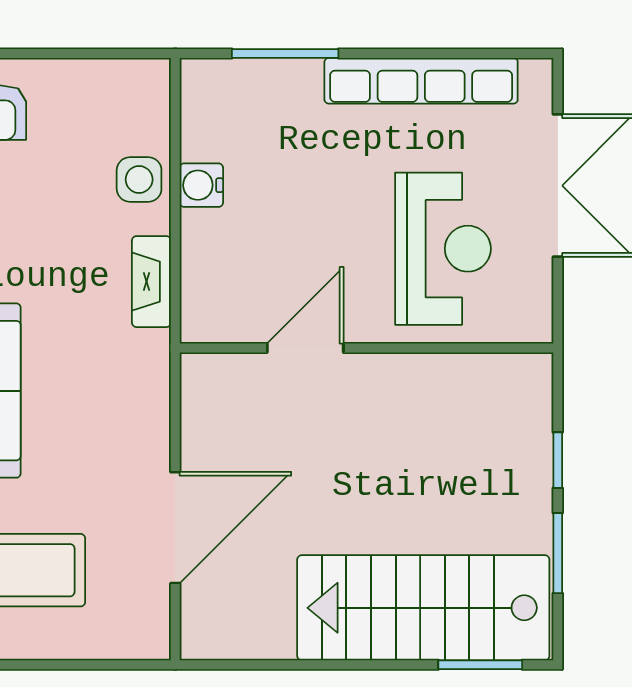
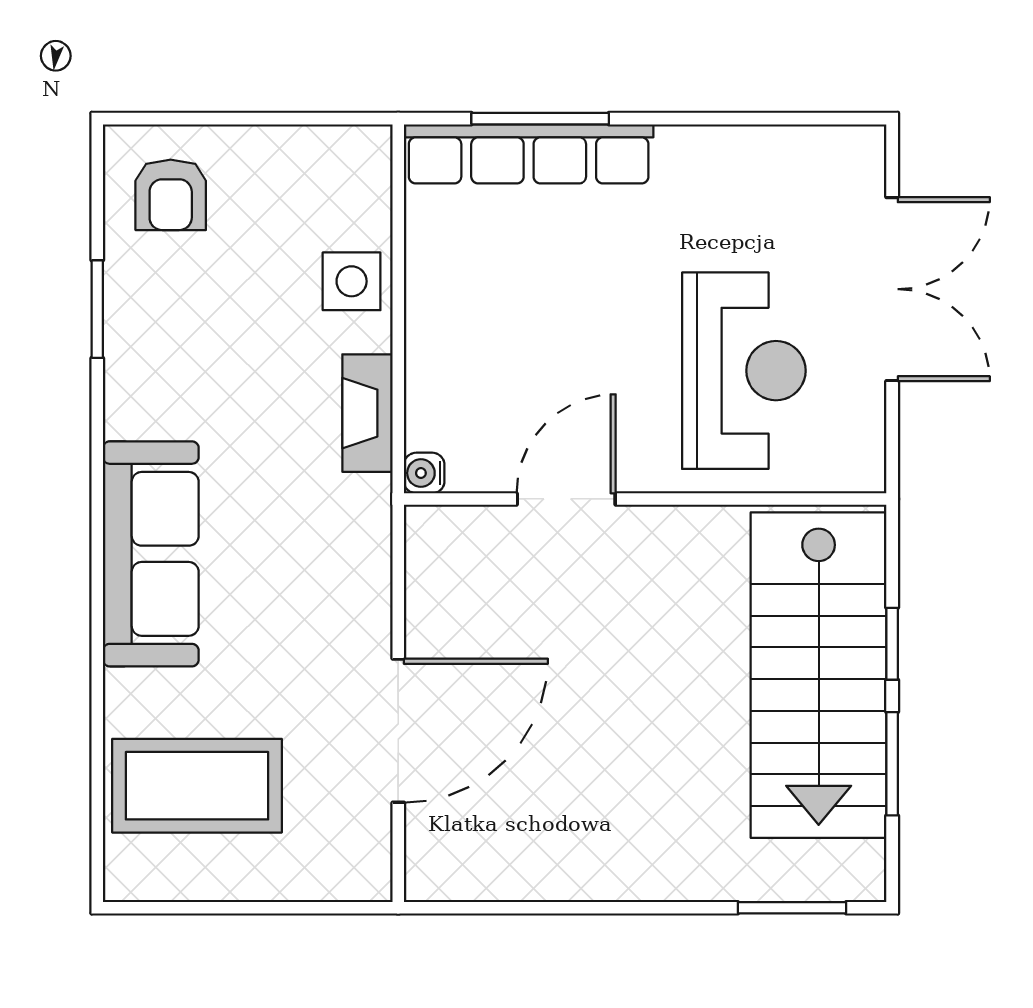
row of seats: (421, 81) -> (529, 154), moved
water cooler: (201, 185) -> (424, 473), moved, width x0.72, depth x0.72
stairs: (423, 608) -> (819, 675), moved, turned -90

